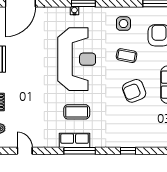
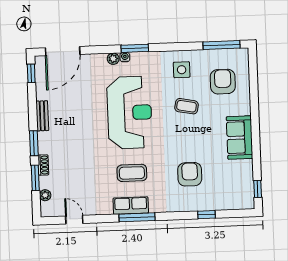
plant: (64, 12) -> (113, 59), added
armchair: (134, 91) -> (190, 174), moved, turned 112
window: (128, 151) -> (207, 215), moved

